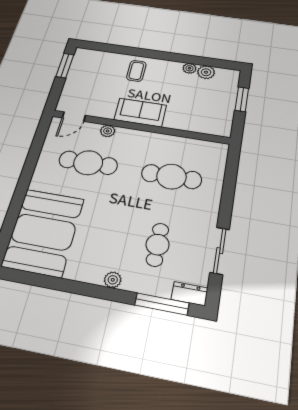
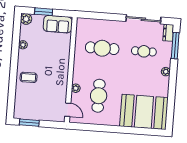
plant: (206, 72) -> (26, 19), moved
sofa: (140, 112) -> (58, 24), moved, turned -90
cafe table: (171, 177) -> (102, 48), turned 90
sliding door: (220, 251) -> (143, 19), width x1.37

